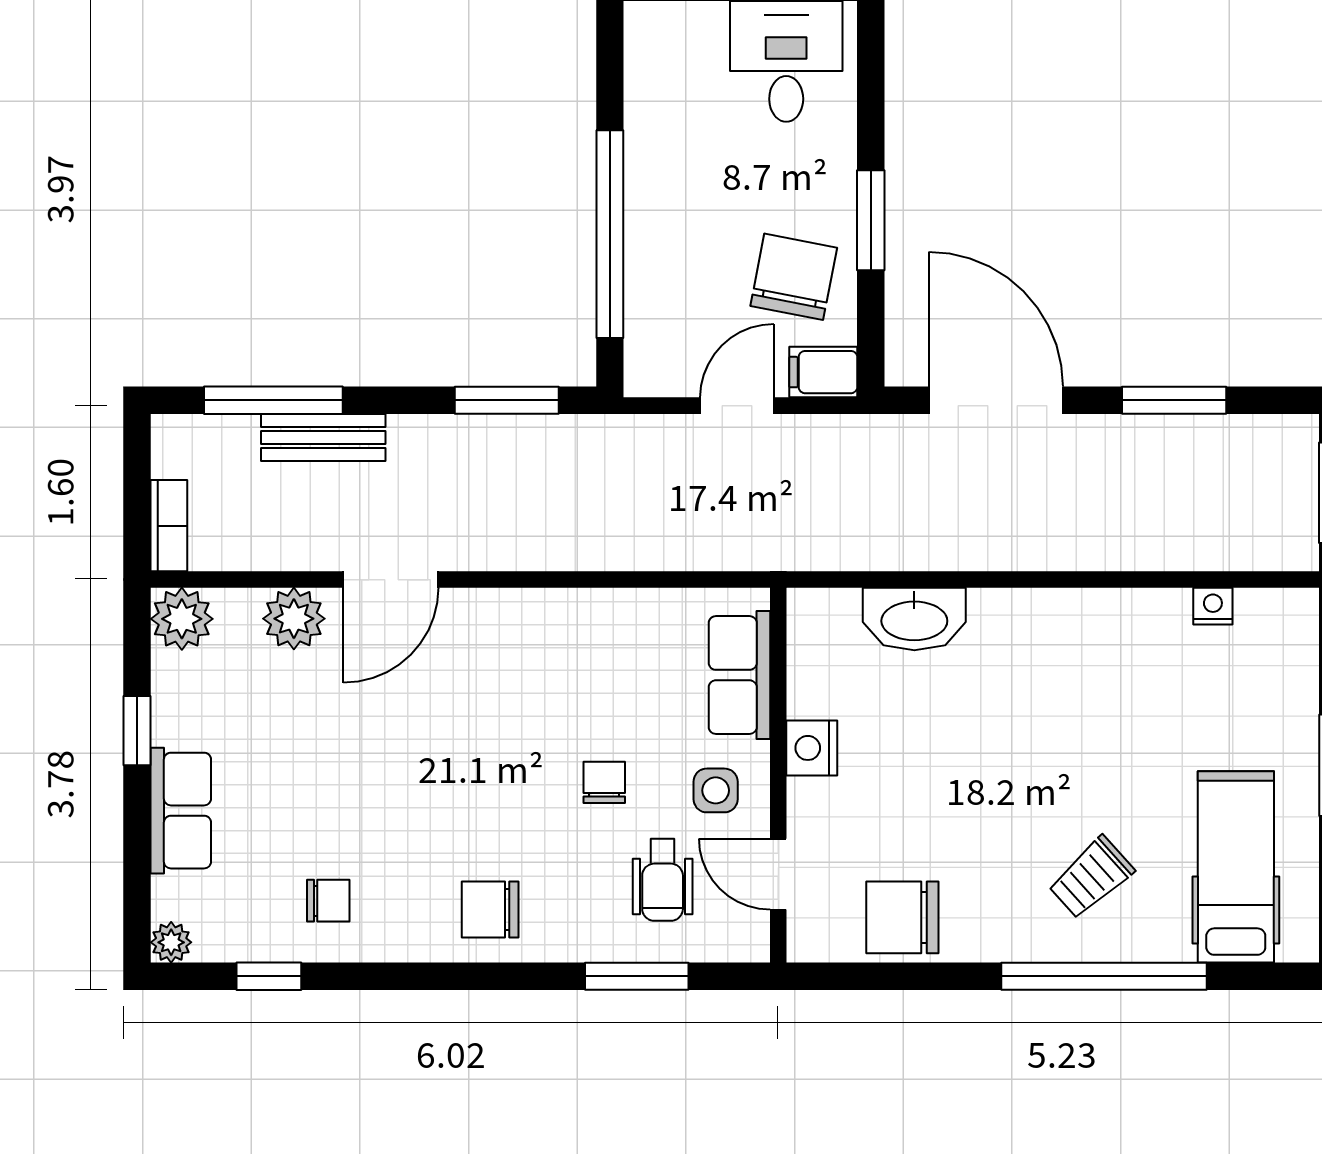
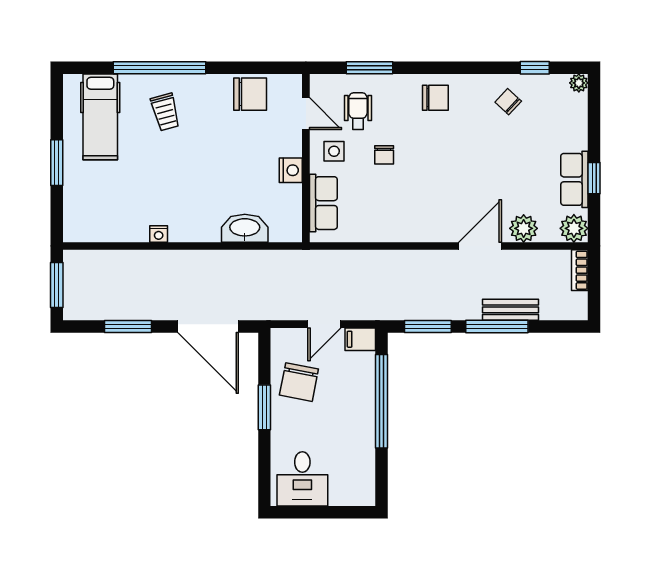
filing cabinet: (823, 372) -> (360, 339), moved, turned 180
window: (273, 400) -> (497, 327), moved
nightstand: (1213, 606) -> (159, 234), moved
row of seats: (181, 811) -> (574, 179), moved
trolley: (1091, 878) -> (165, 112), turned 117
chair: (328, 901) -> (508, 102), turned 43

